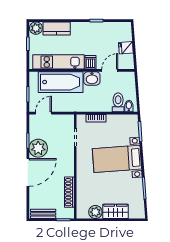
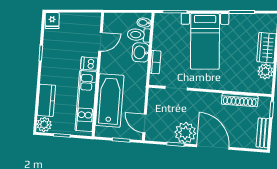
fridge: (126, 48) -> (52, 21), moved
door: (110, 70) -> (100, 42), swing flipped
washbasin: (92, 78) -> (141, 52), moved, turned 180

